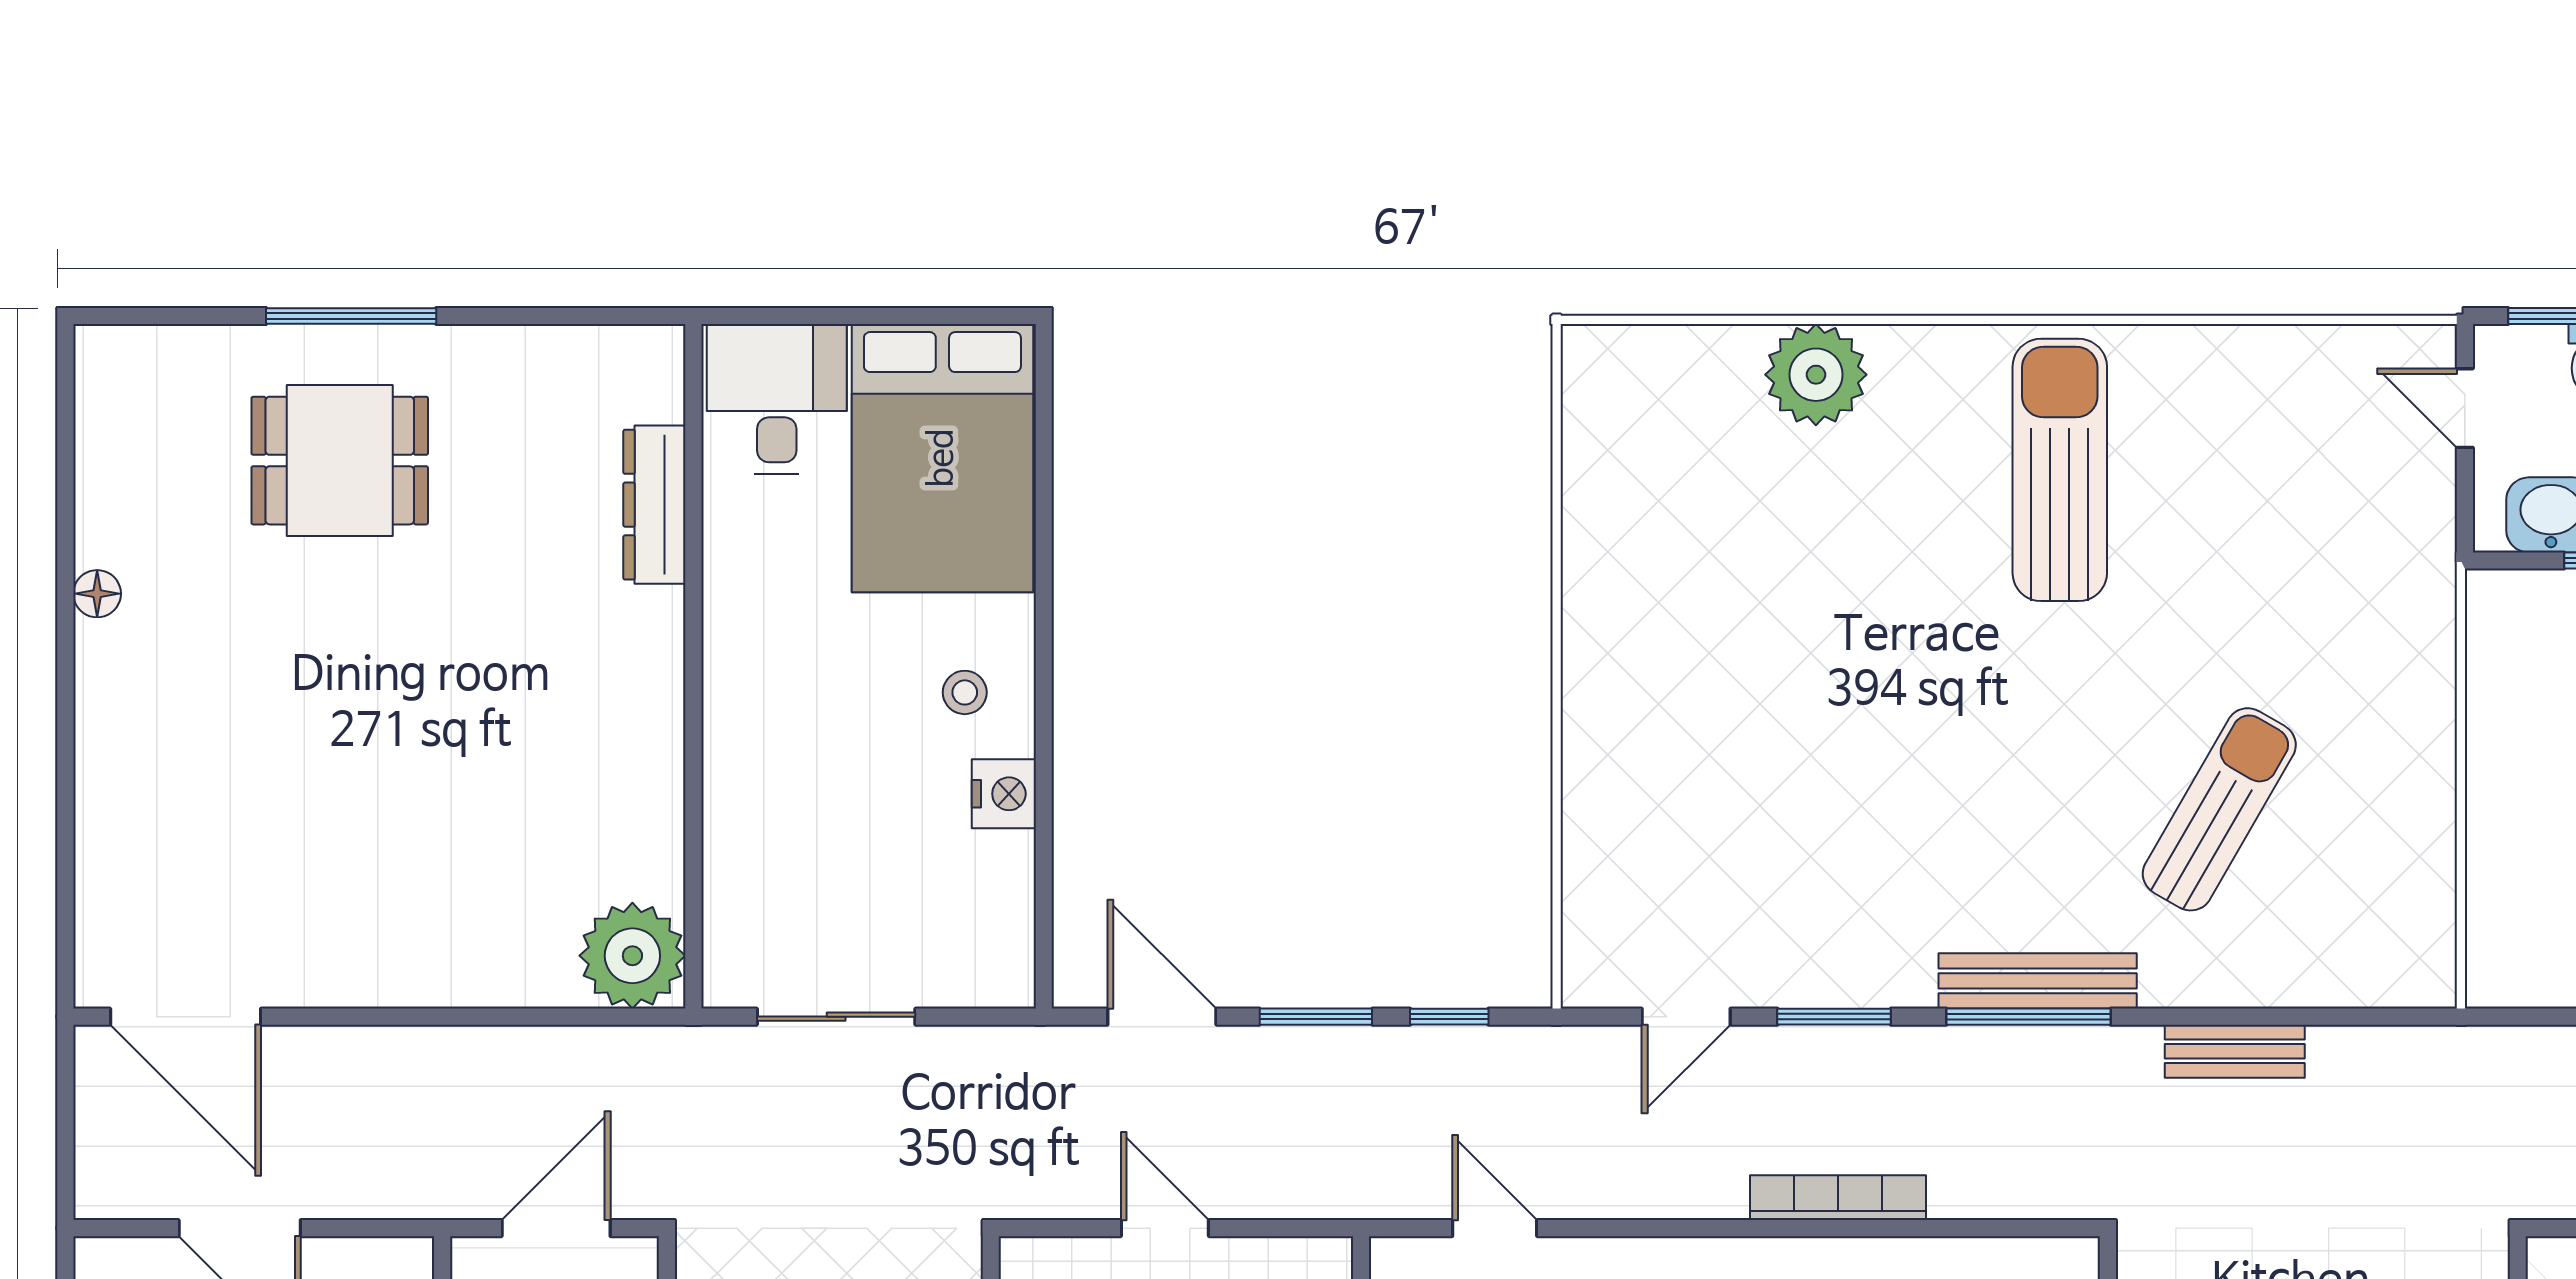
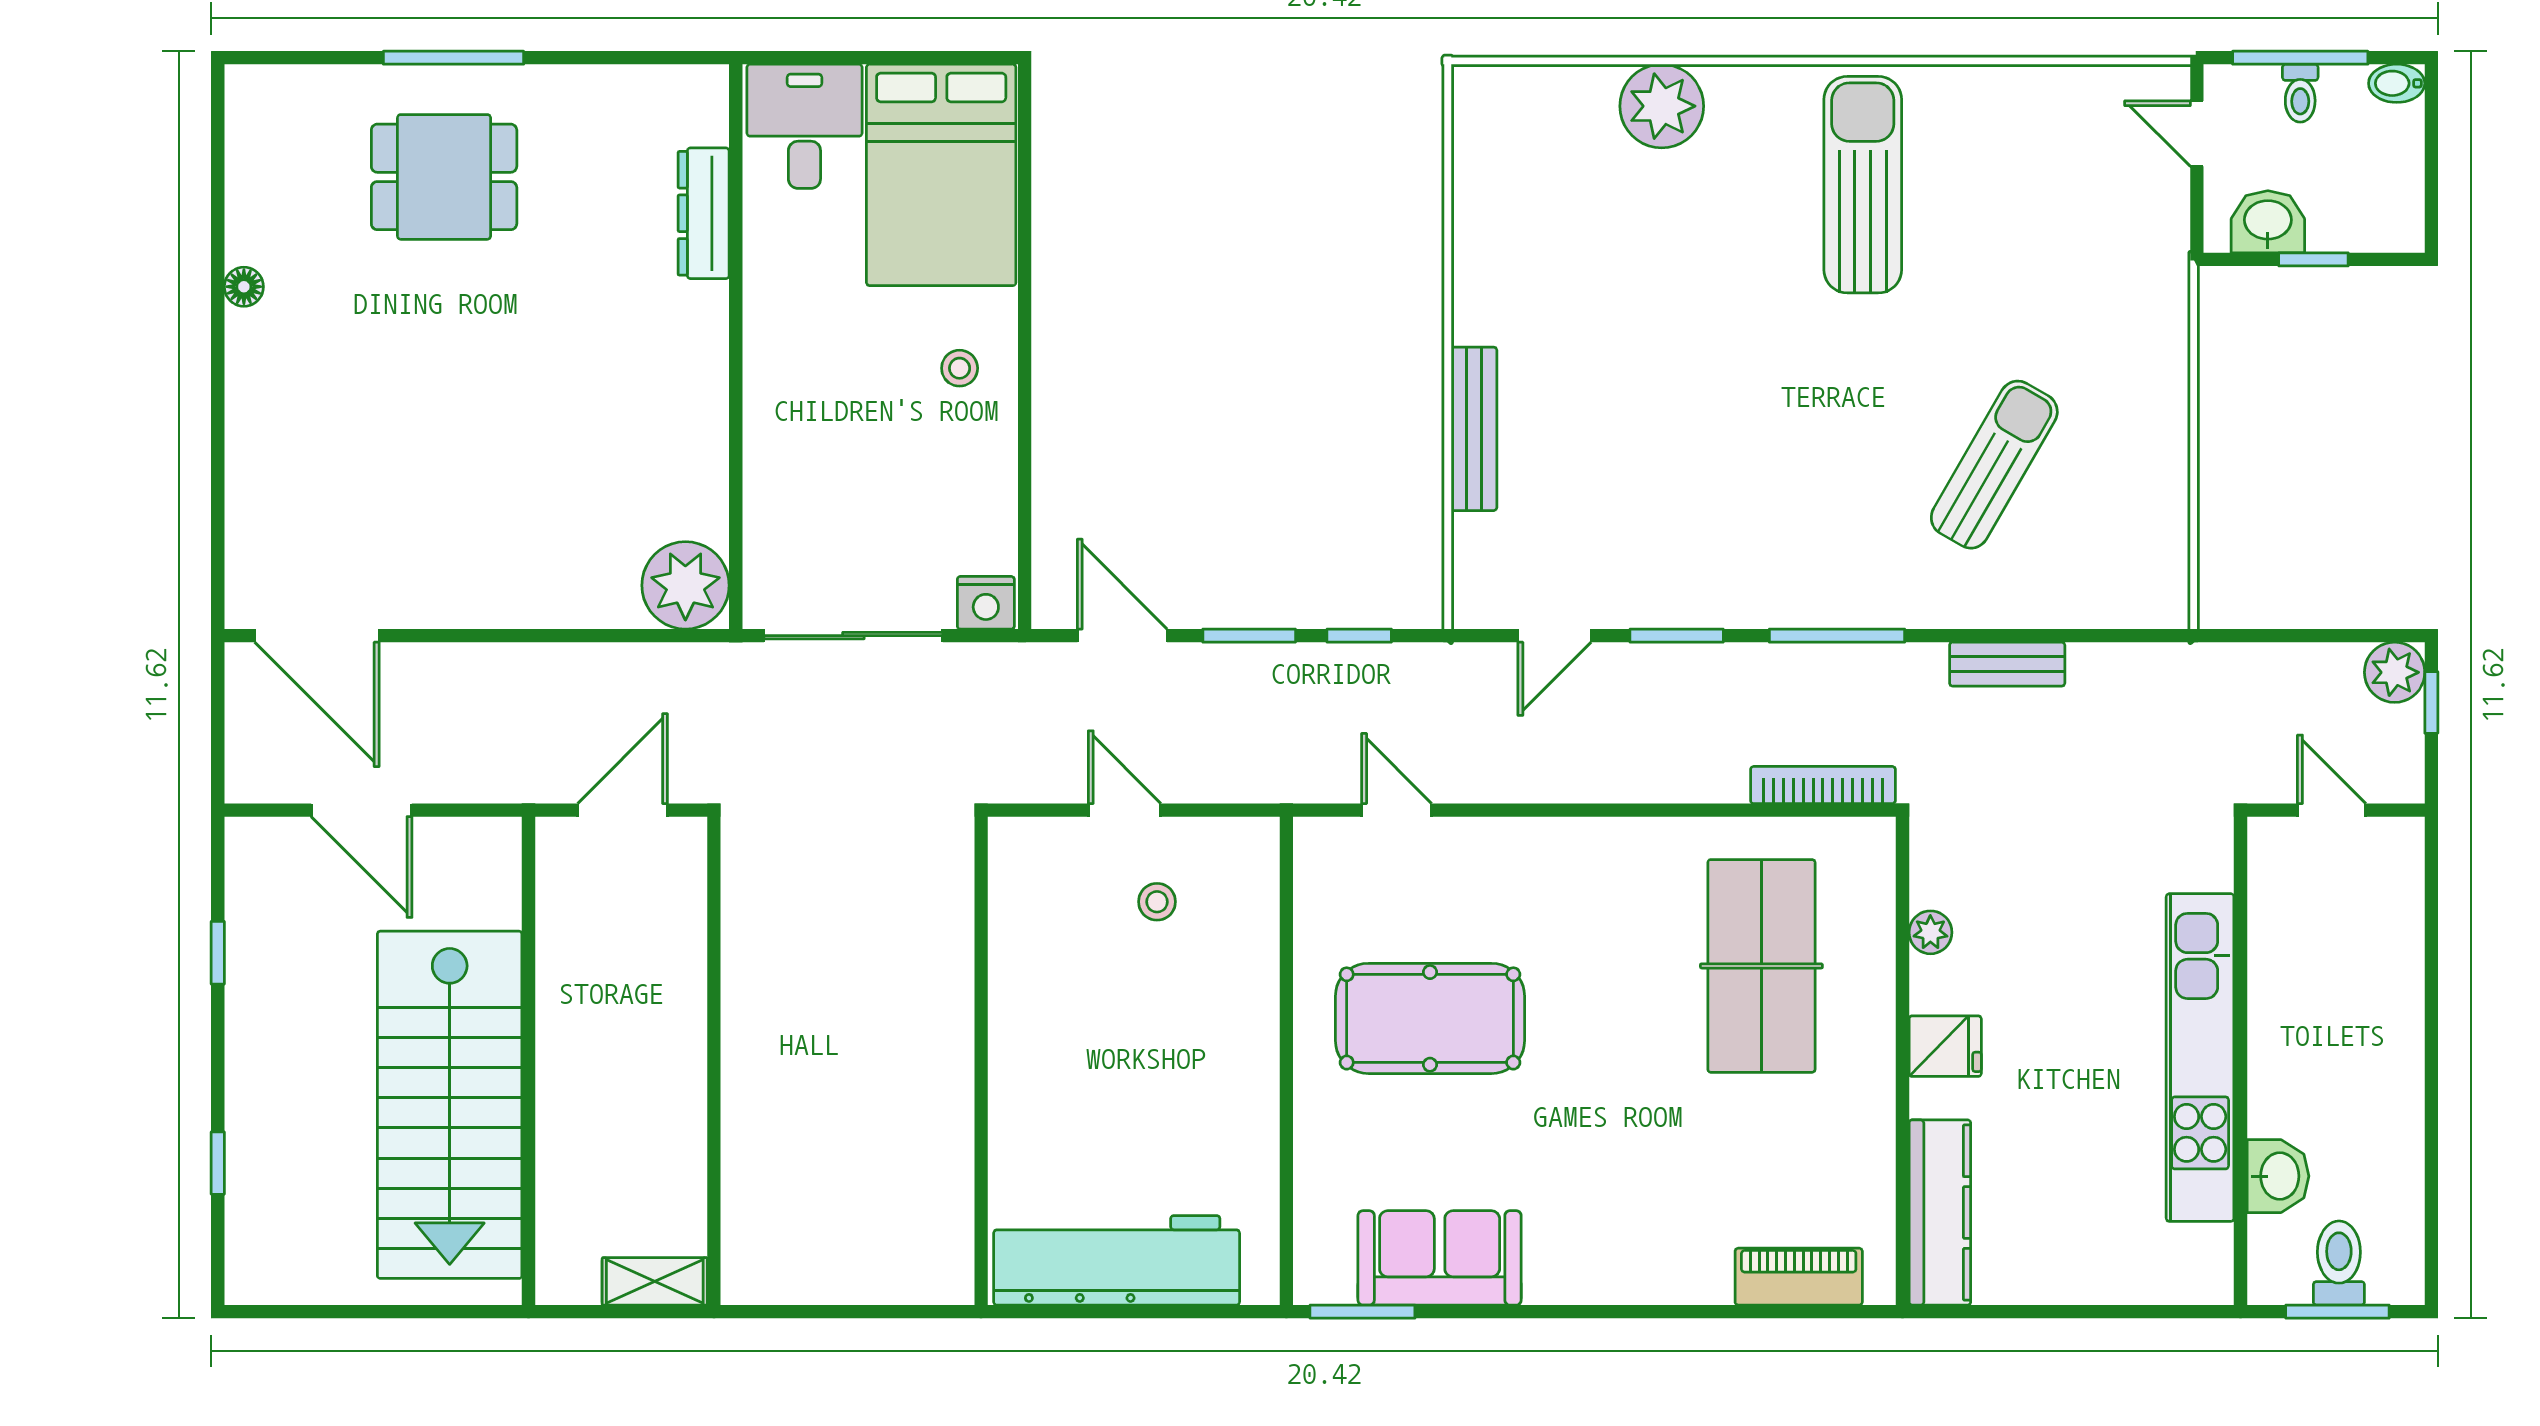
nightstand: (1004, 794) -> (986, 603), moved, turned 90
bench: (2038, 981) -> (1474, 429), moved, turned 90
sliding door: (836, 1017) -> (853, 636), width x1.37
bookcase: (1838, 1198) -> (1823, 785), moved

